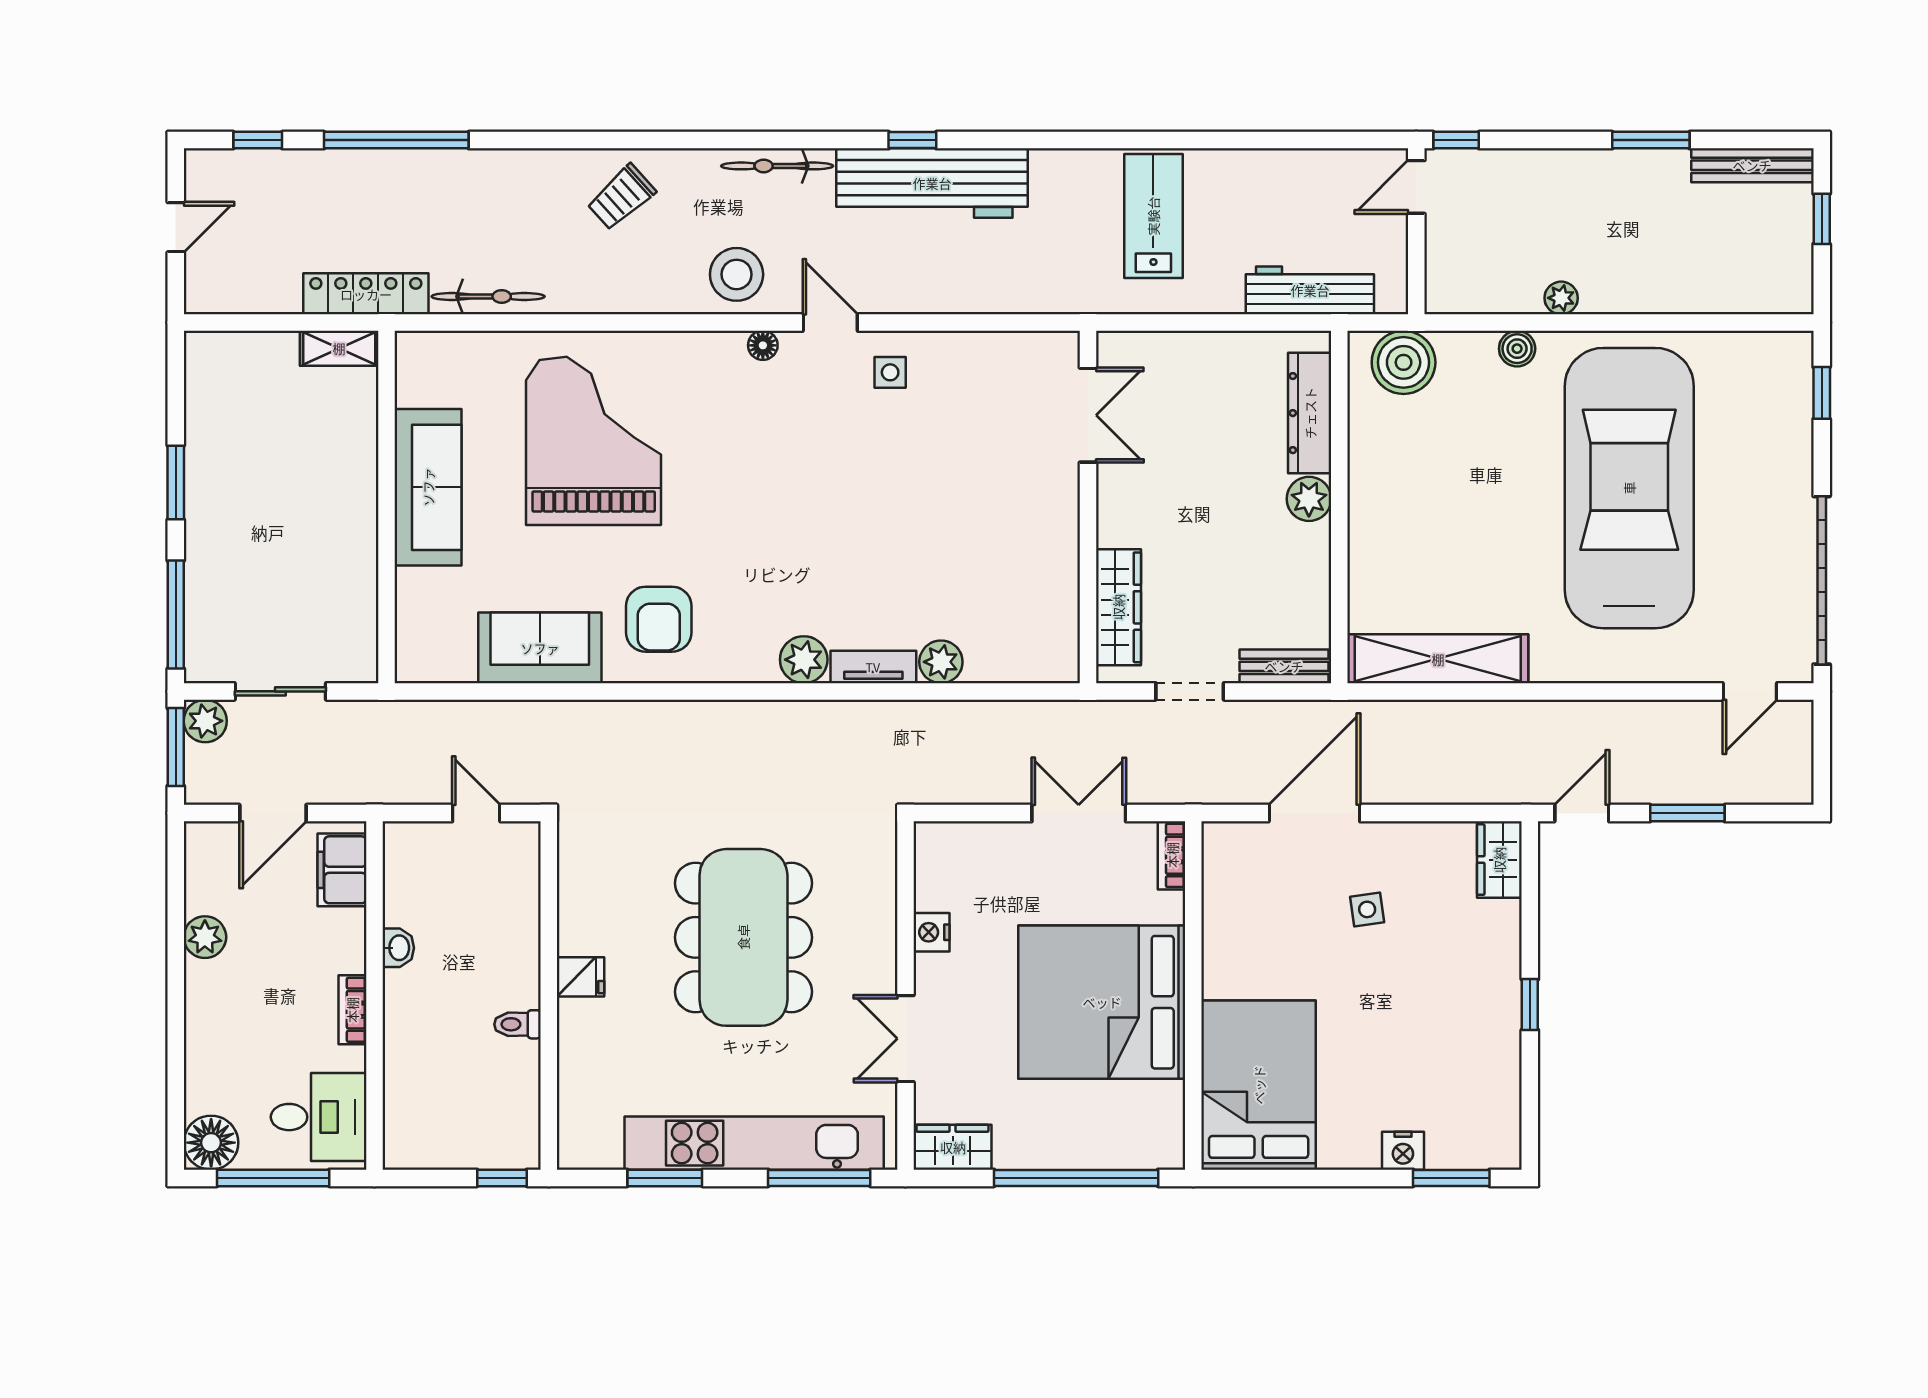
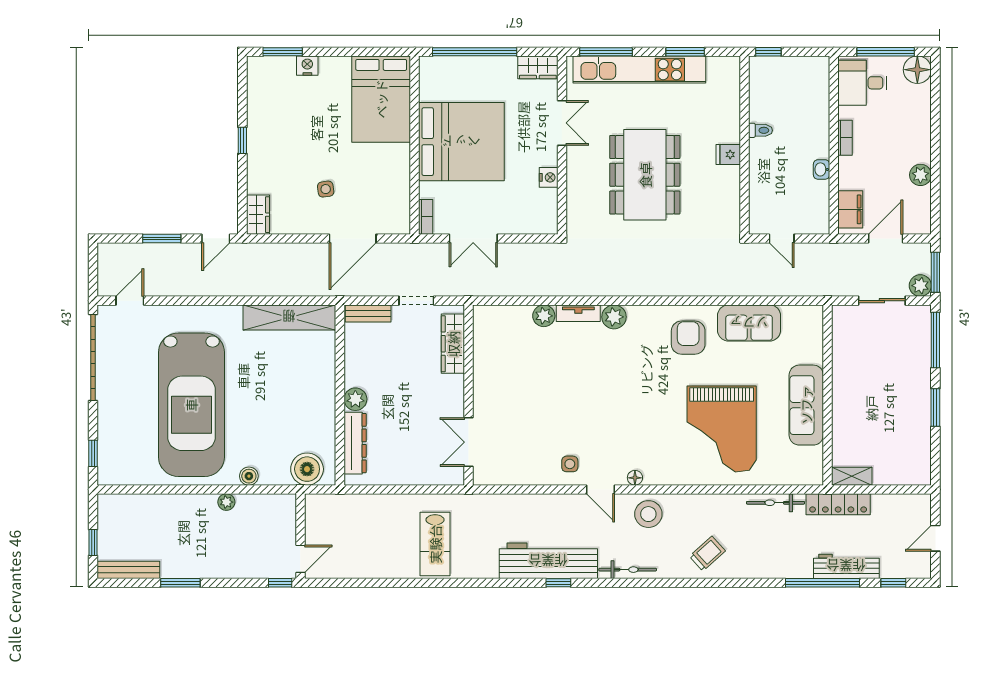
workbench: (1310, 290) -> (846, 566), moved, turned 180

